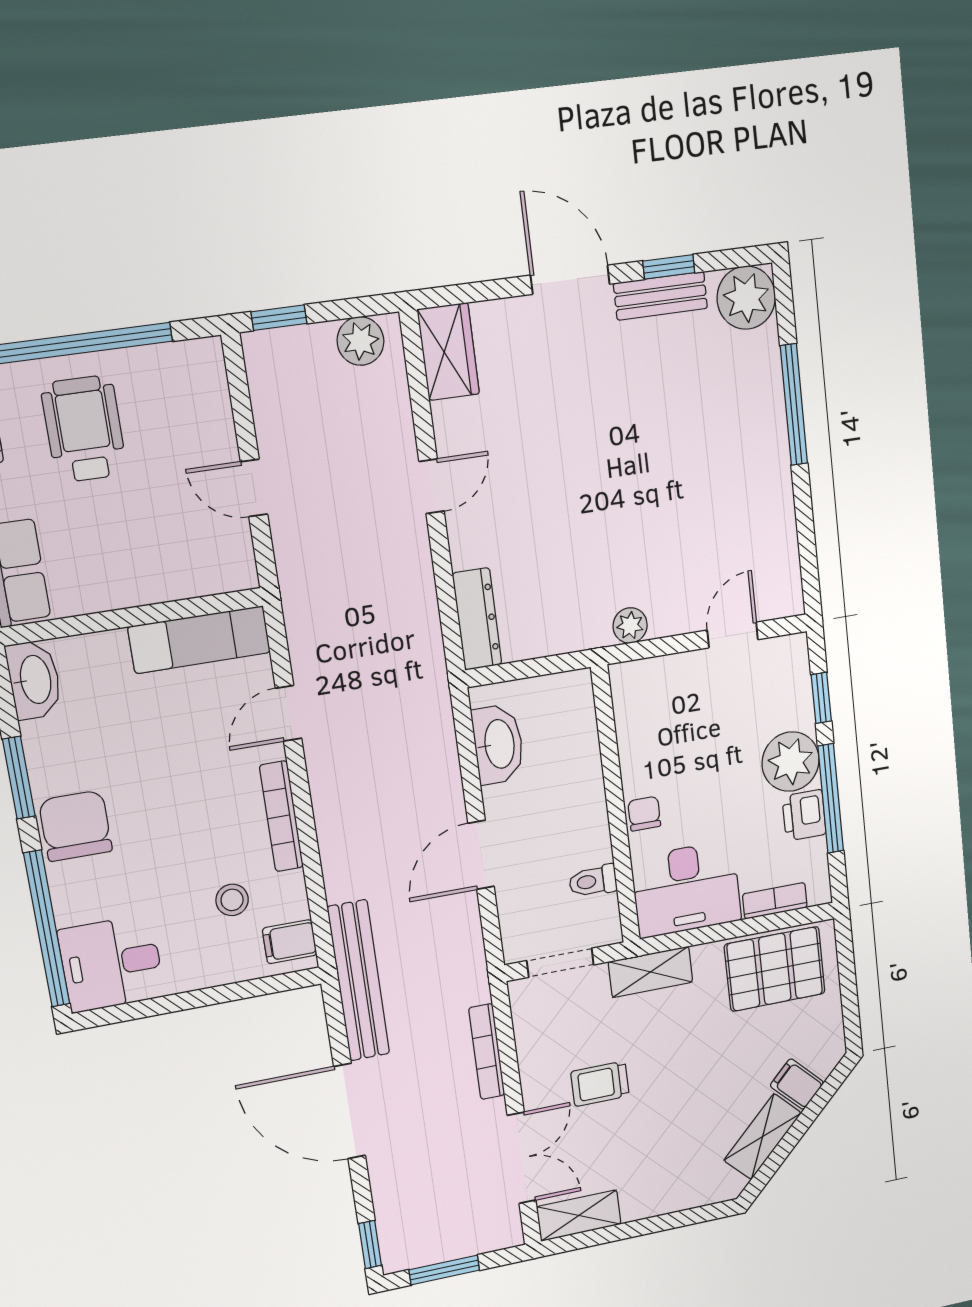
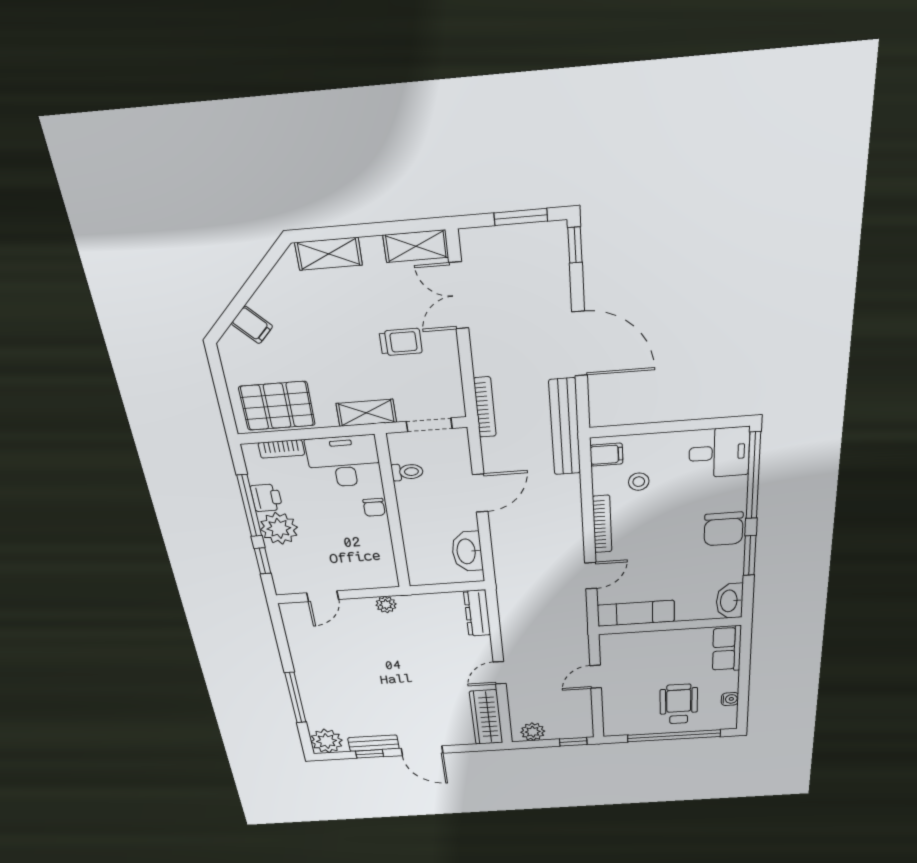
wardrobe: (448, 352) -> (486, 717), width x1.50
wheelchair: (84, 429) -> (679, 704), turned 180
door: (254, 488) -> (596, 677), swing flipped
bookcase: (487, 1052) -> (485, 407), moved
shelving: (763, 1137) -> (329, 254), moved, turned 45

